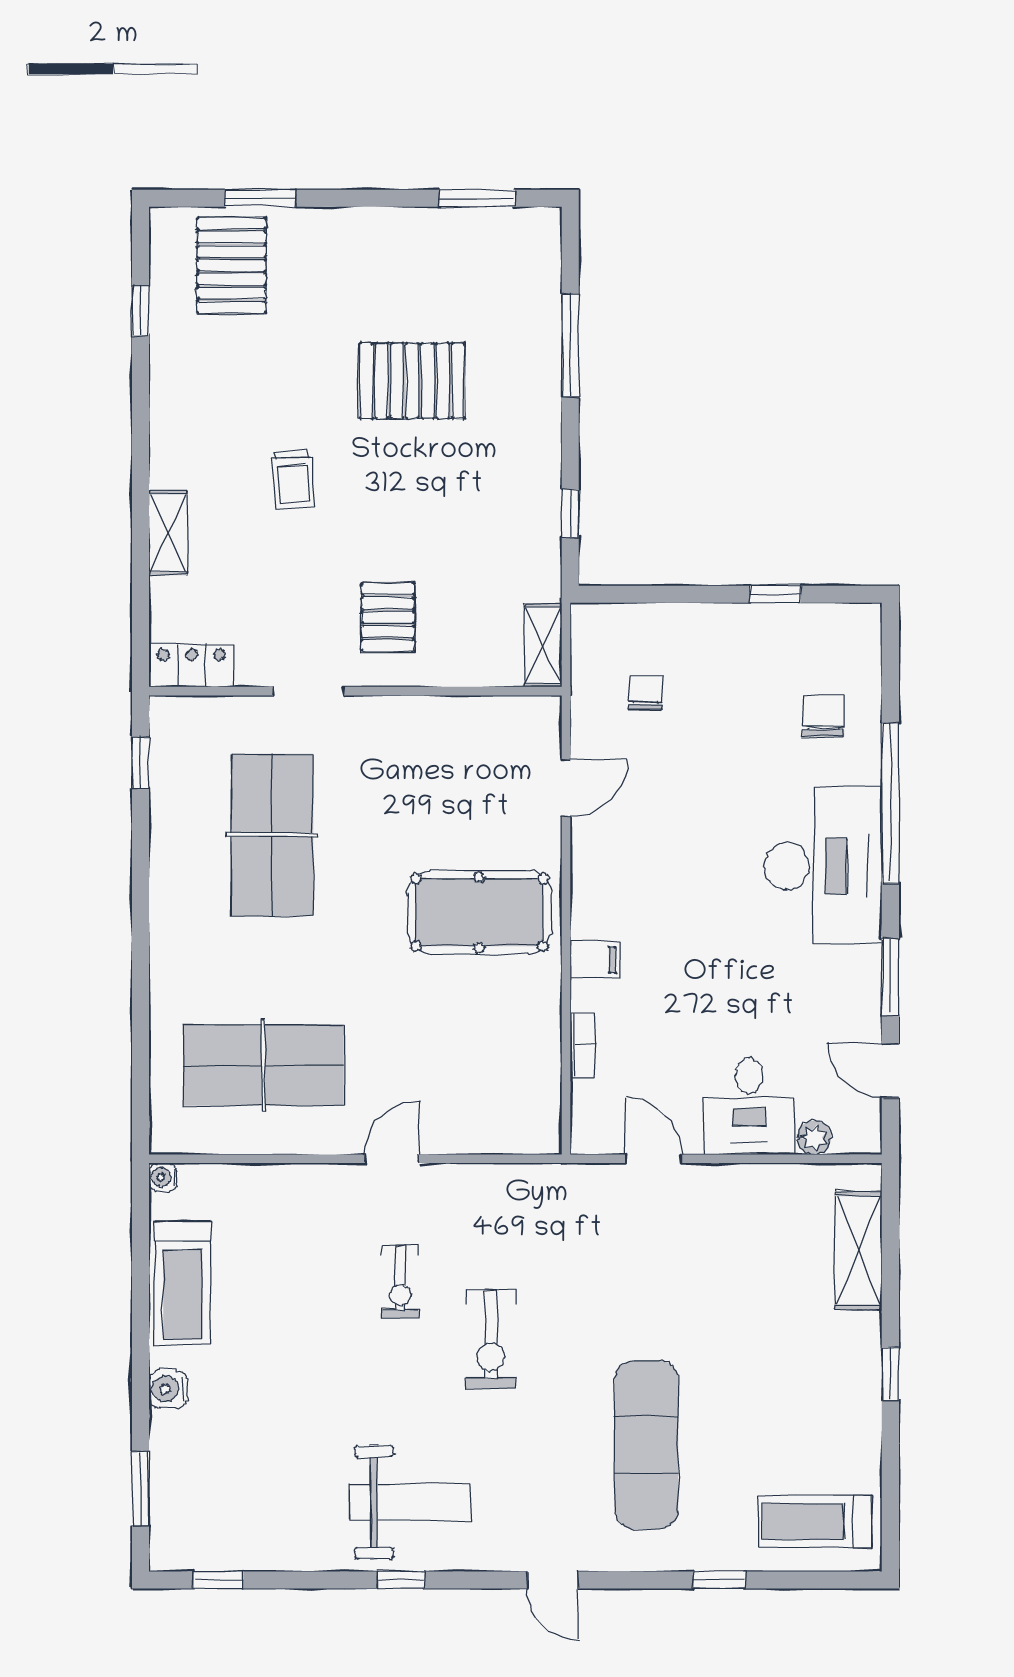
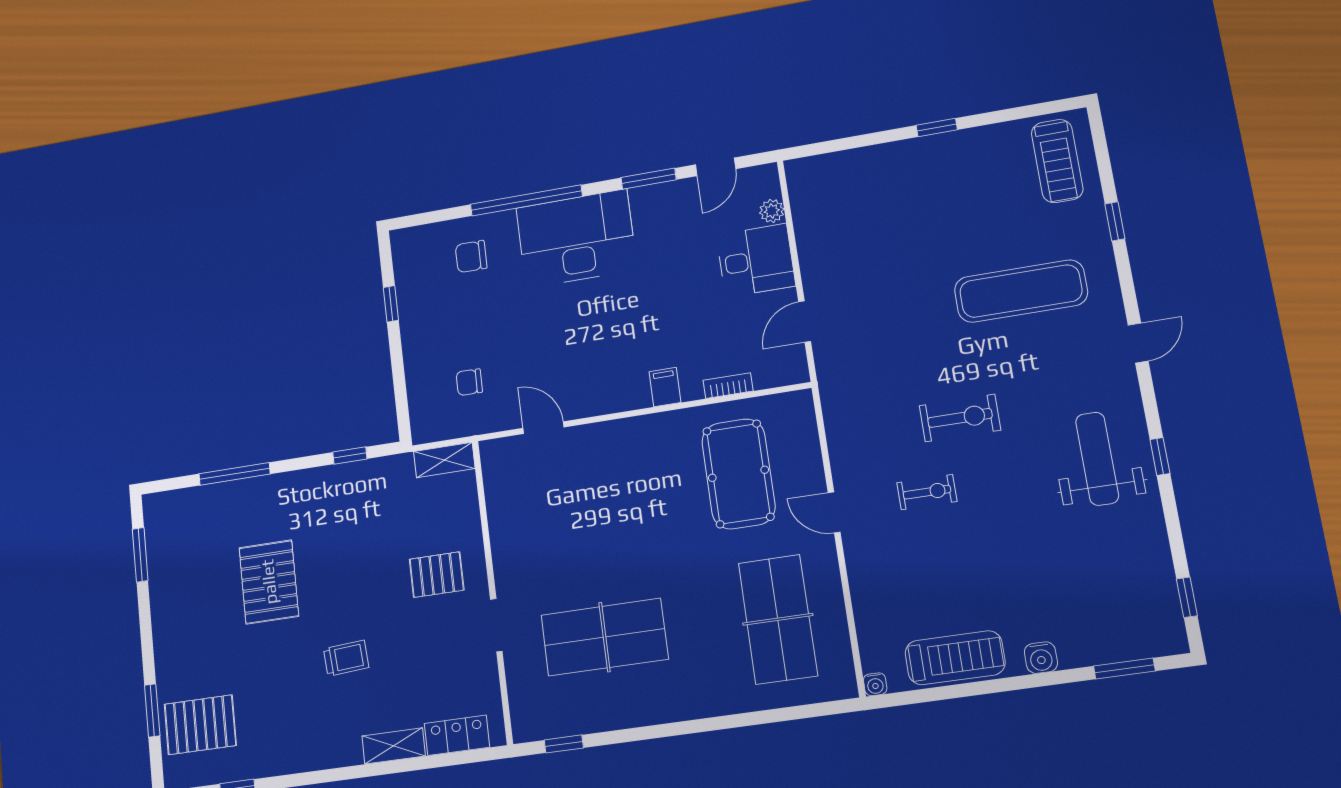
locker: (191, 665) -> (457, 735), moved, turned 90
pool table: (479, 912) -> (738, 474), moved
shelving: (858, 1250) -> (849, 166), removed

